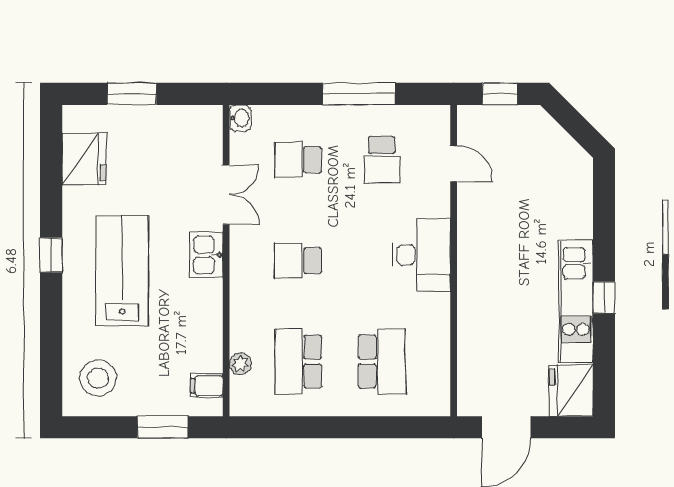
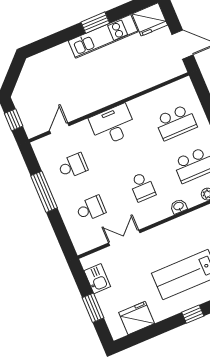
washbasin: (240, 118) -> (179, 206), moved
school desk: (298, 160) -> (91, 209), turned -90
kitchen sink: (206, 255) -> (97, 279), moved, turned -90
window: (604, 298) -> (95, 23), width x1.50
school desk: (382, 361) -> (176, 122), turned 180

